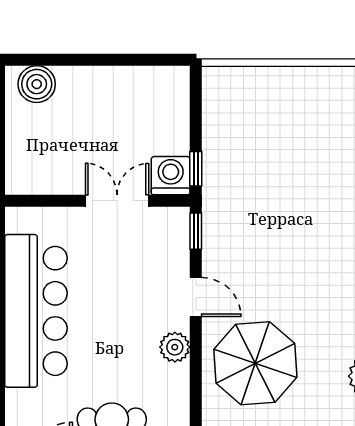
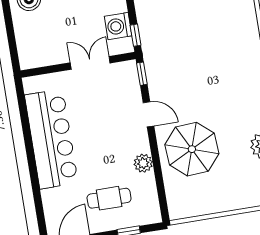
washing machine: (171, 176) -> (118, 26), moved, turned -90
plant: (175, 347) -> (143, 163), moved

